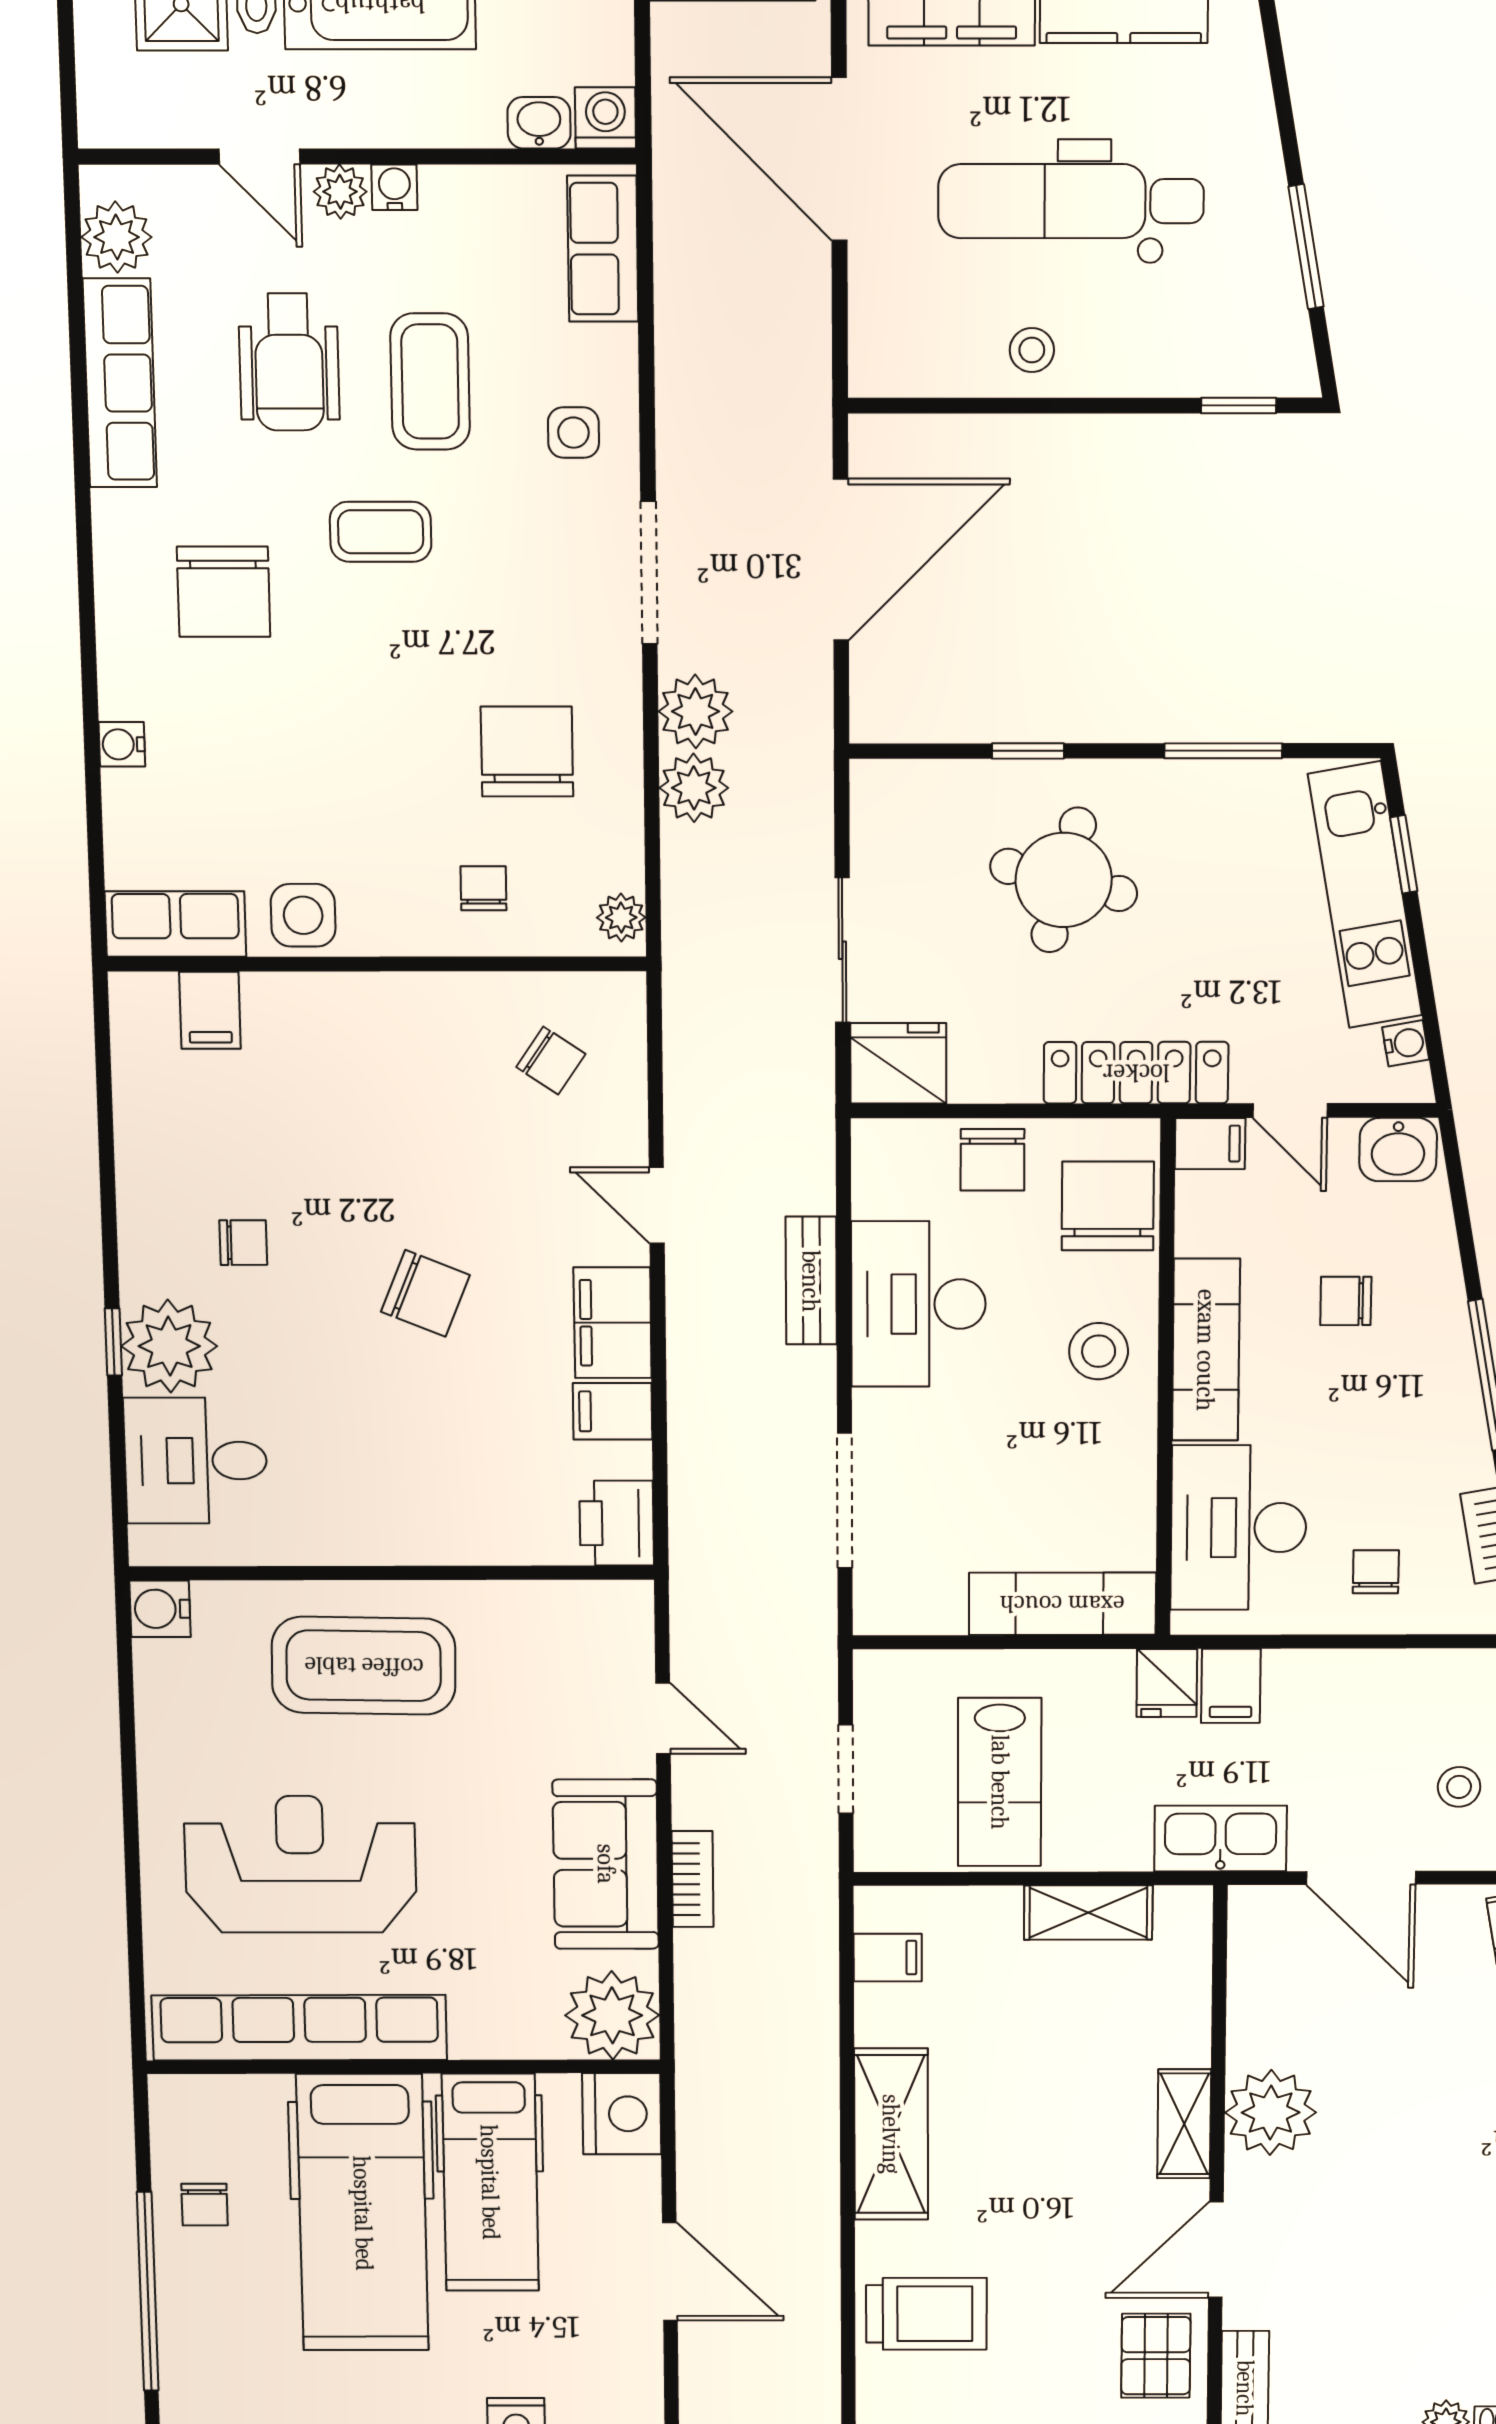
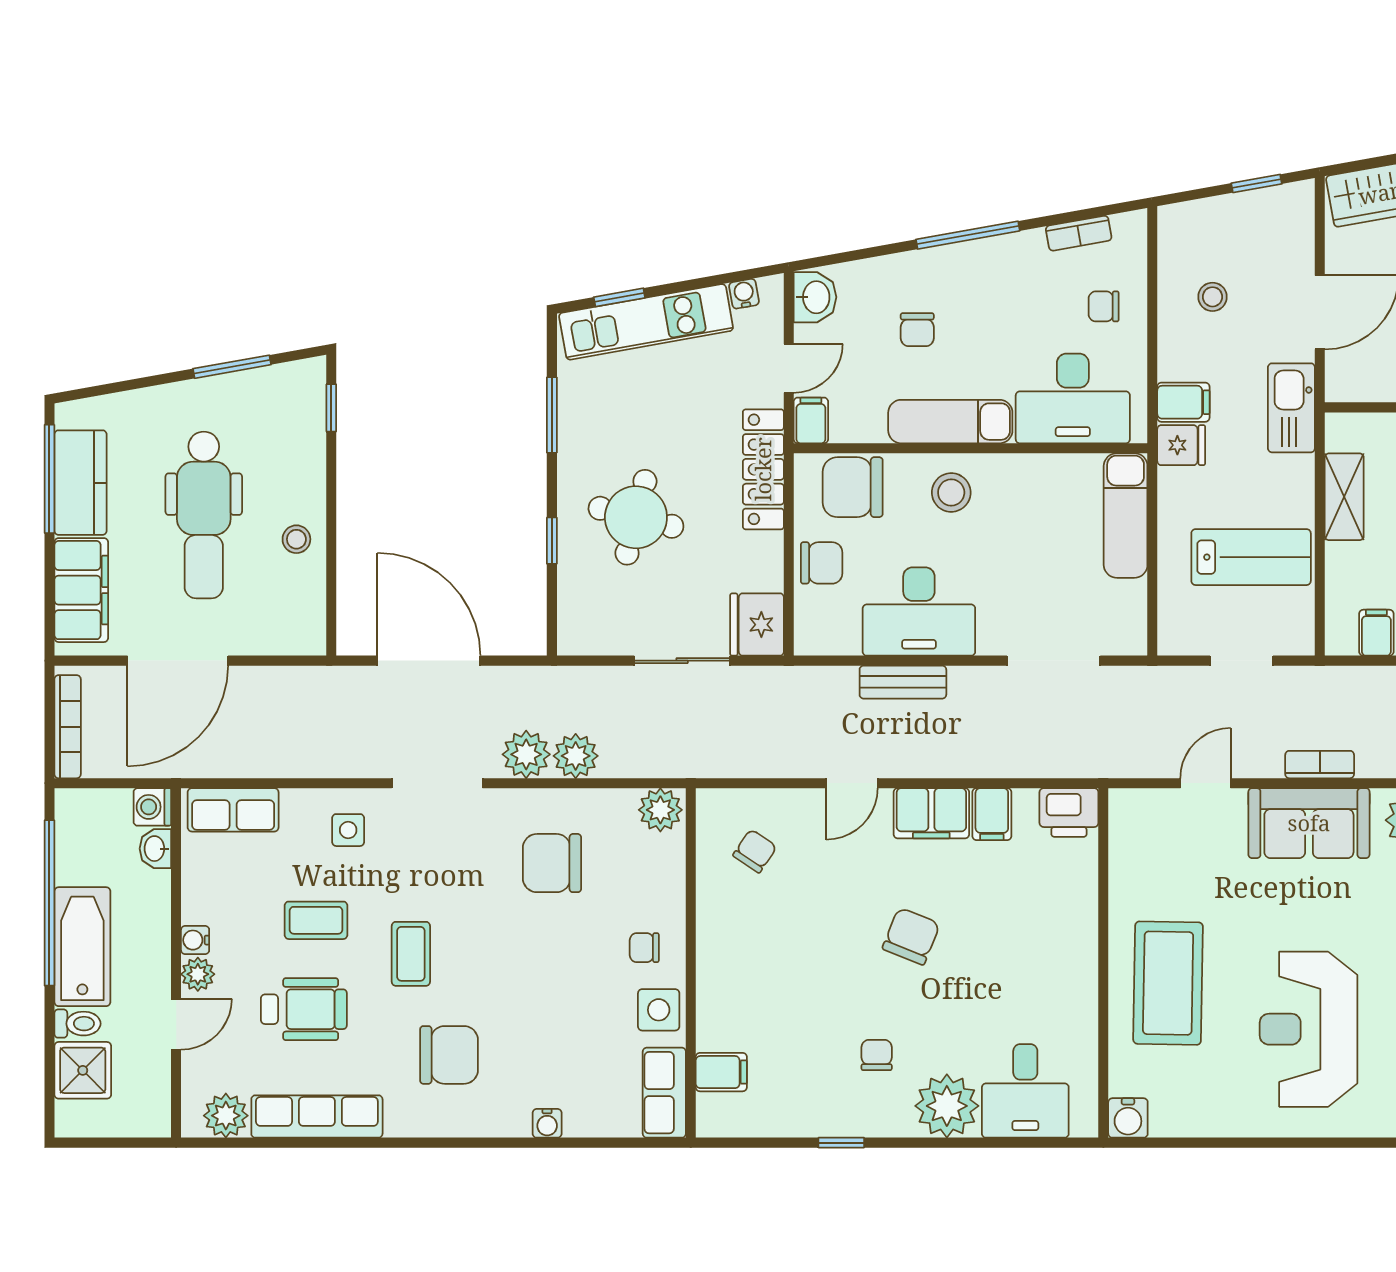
coffee table: (430, 382) -> (316, 920), width x0.73, depth x0.77
chair: (483, 888) -> (644, 948), moved
plant: (621, 918) -> (660, 810), width x1.38, depth x1.38
window: (113, 1342) -> (841, 1143), moved
stool: (1459, 1787) -> (1212, 297), moved

